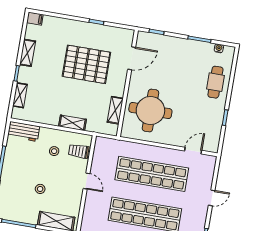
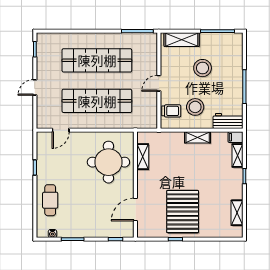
filing cabinet: (35, 19) -> (235, 137), moved
shelving: (28, 53) -> (237, 213), moved
pallet: (86, 64) -> (183, 212), moved, turned 90
shelving: (73, 123) -> (198, 137), moved
stool: (54, 151) -> (195, 107), width x1.89, depth x1.89
door: (87, 181) -> (159, 83), hinge flipped
stool: (40, 189) -> (203, 68), width x1.89, depth x1.89

